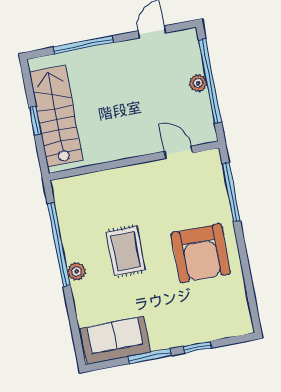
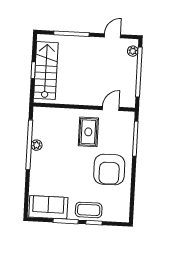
plant: (198, 83) -> (133, 51), moved
door: (179, 152) -> (111, 108), hinge flipped
rug: (126, 251) -> (88, 132), moved
plant: (77, 272) -> (37, 145), moved
coffee table: (183, 328) -> (89, 210), added

